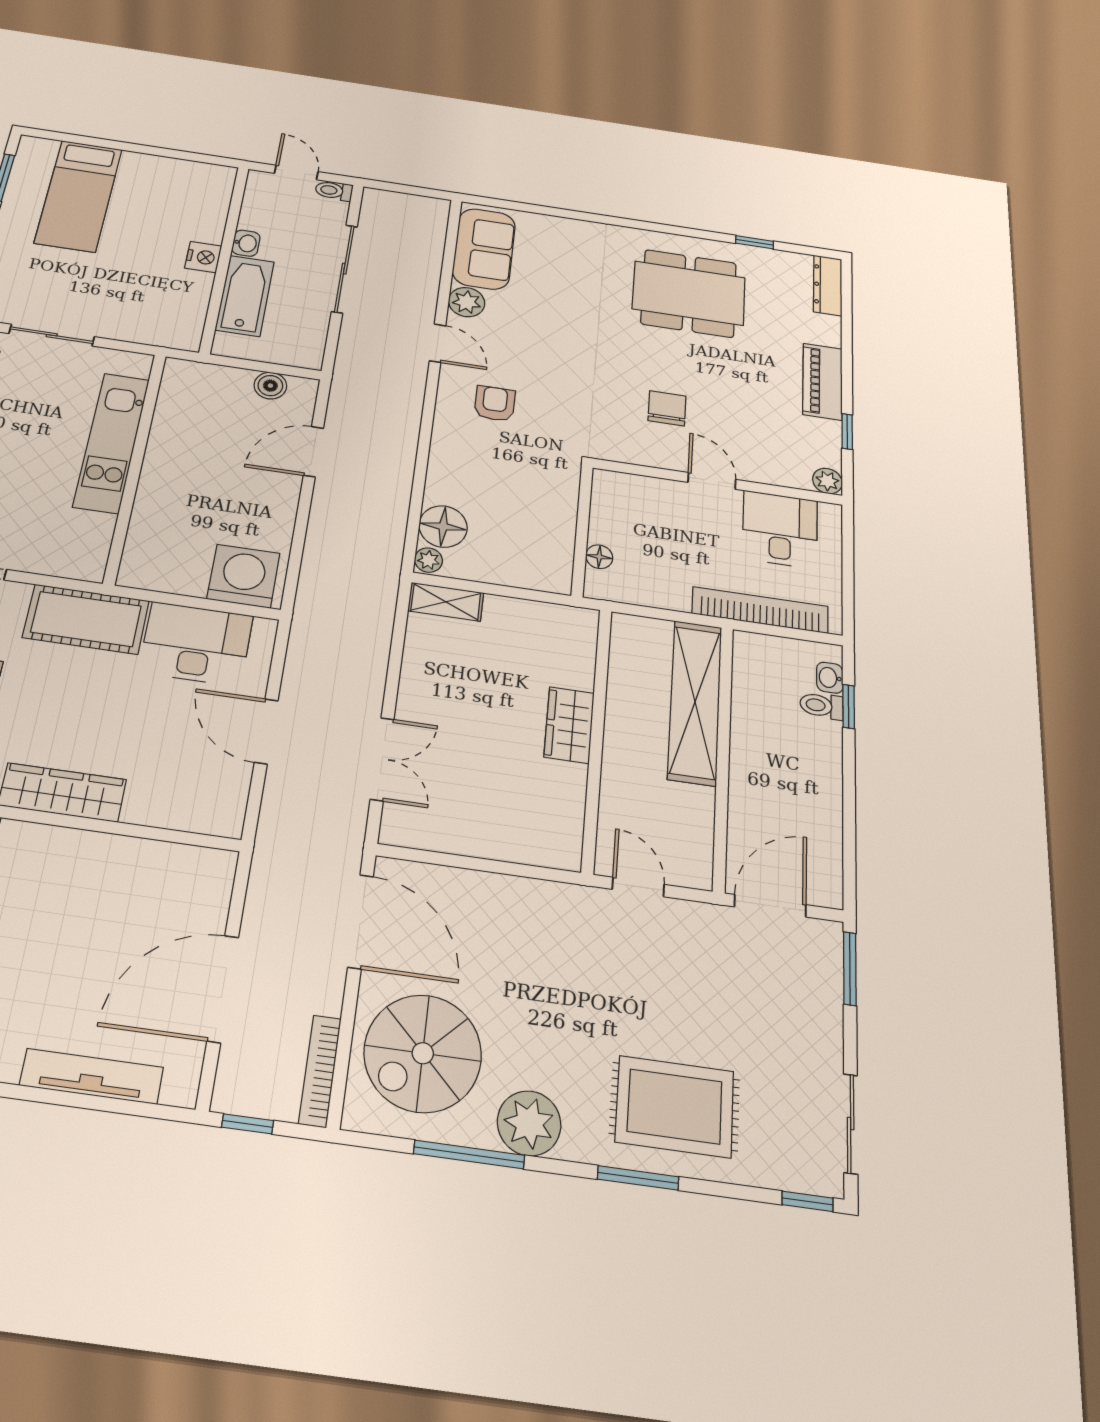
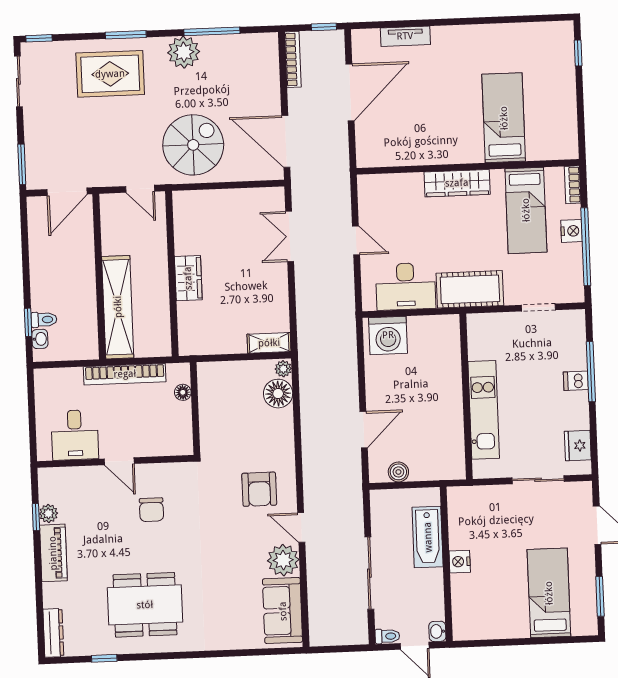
washbasin: (246, 243) -> (437, 631), moved
plant: (467, 302) -> (283, 560), width x1.36, depth x1.36
armchair: (495, 404) -> (259, 489), width x1.38, depth x1.38
plant: (827, 481) -> (48, 513), moved
bookcase: (760, 610) -> (125, 374), moved
door: (266, 731) -> (356, 240), width x0.73
spiral stairs: (423, 1053) -> (193, 145), moved
tv unit: (92, 1076) -> (405, 36), width x0.71

